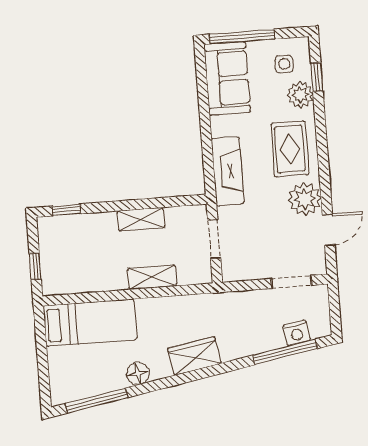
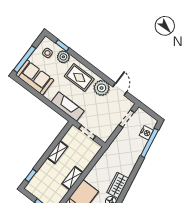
shelving: (152, 277) -> (72, 178), moved
wardrobe: (194, 356) -> (118, 185), moved

